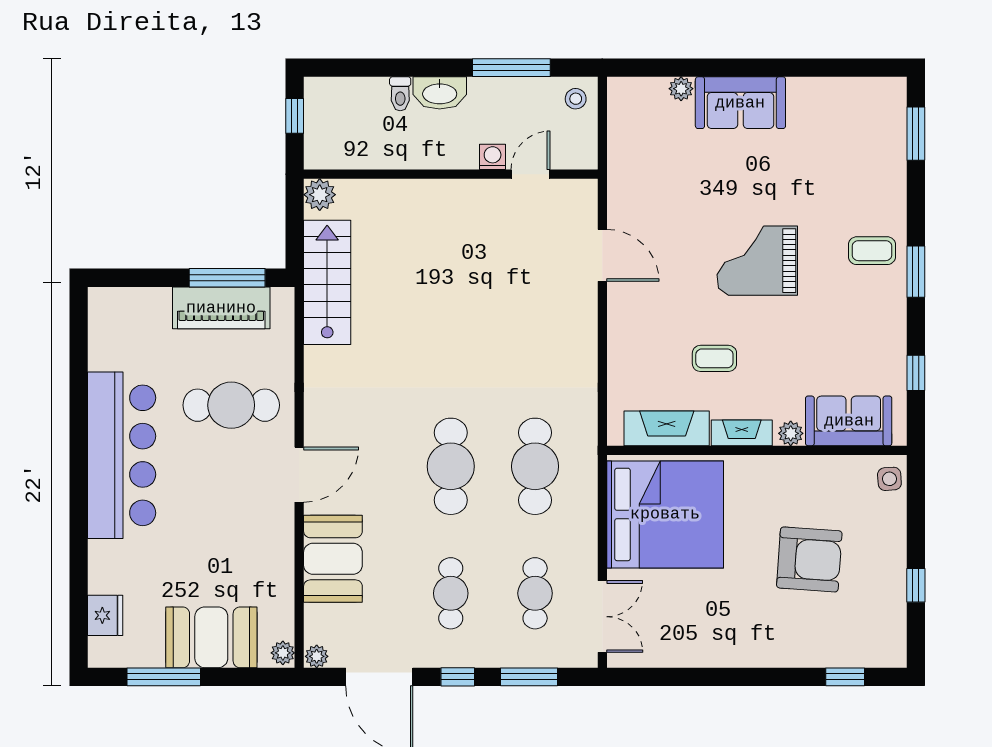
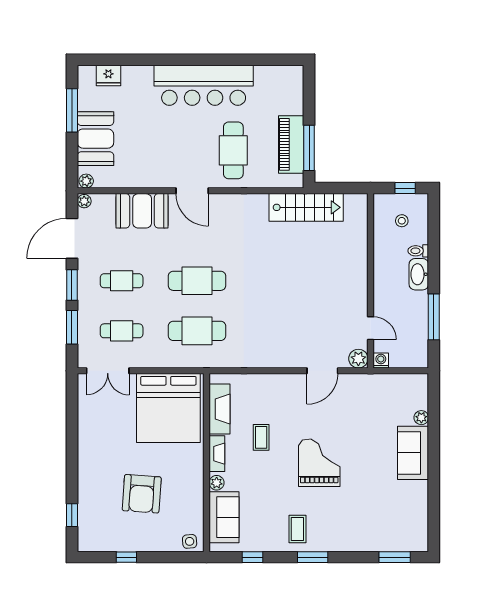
stool: (576, 99) -> (402, 221), moved
washing machine: (493, 157) -> (381, 361), moved, turned -90
plant: (320, 195) -> (358, 359), moved
coffee table: (872, 251) -> (297, 529), moved
window: (458, 677) -> (72, 285), width x1.50

